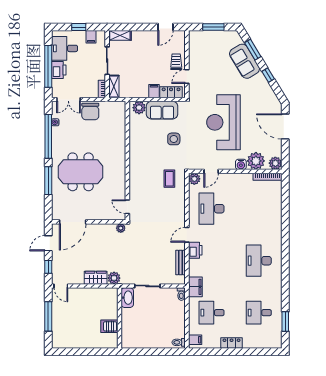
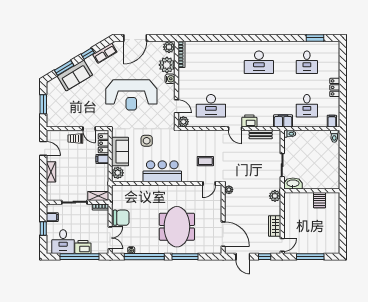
shelving: (120, 35) -> (51, 172), moved
row of seats: (269, 94) -> (105, 53), added
bar counter: (141, 156) -> (162, 171), added
coffee table: (169, 179) -> (205, 161), moved
wardrobe: (96, 278) -> (275, 226), moved

